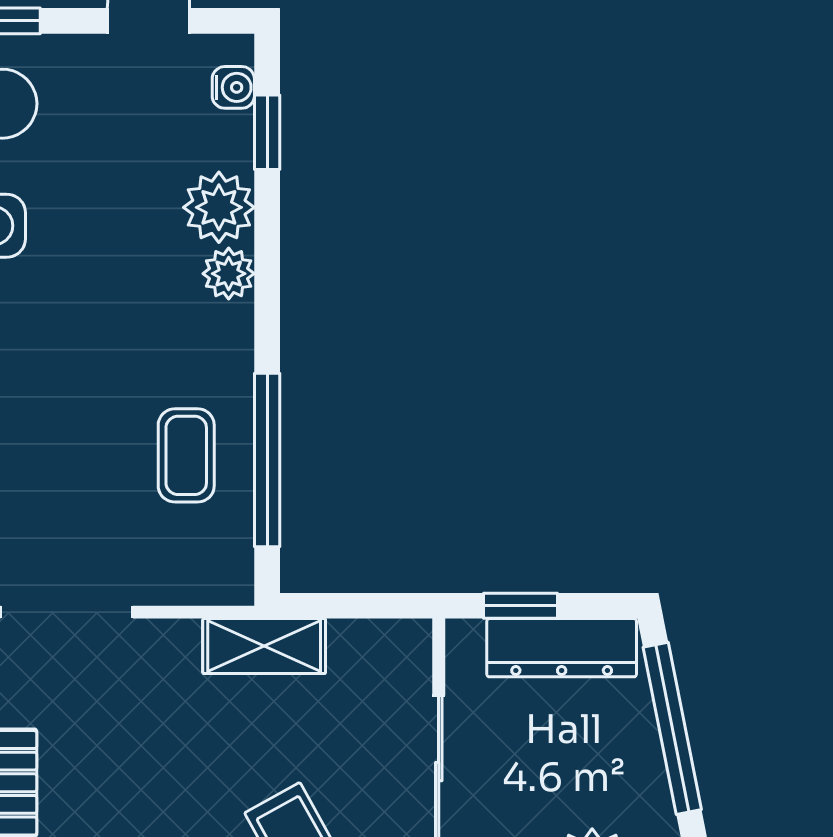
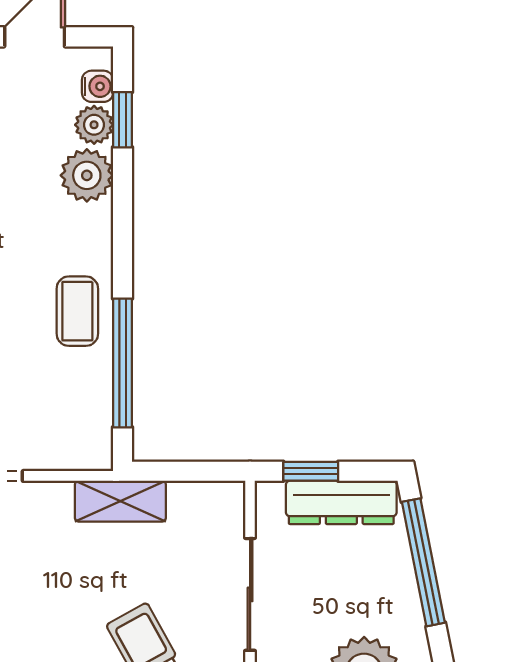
plant: (229, 274) -> (94, 125), moved
coffee table: (186, 455) -> (77, 311), moved

